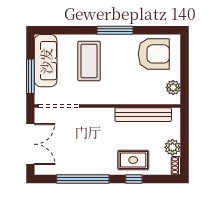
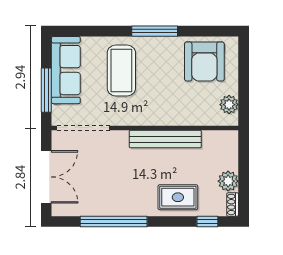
armchair: (154, 54) -> (204, 61), turned 90
bench: (143, 115) -> (165, 139), moved
window: (134, 179) -> (207, 221), moved

